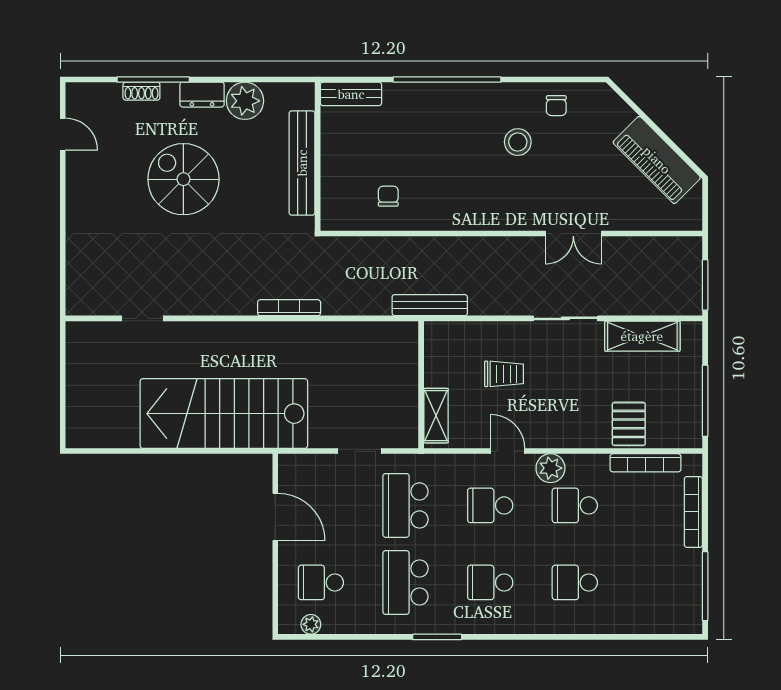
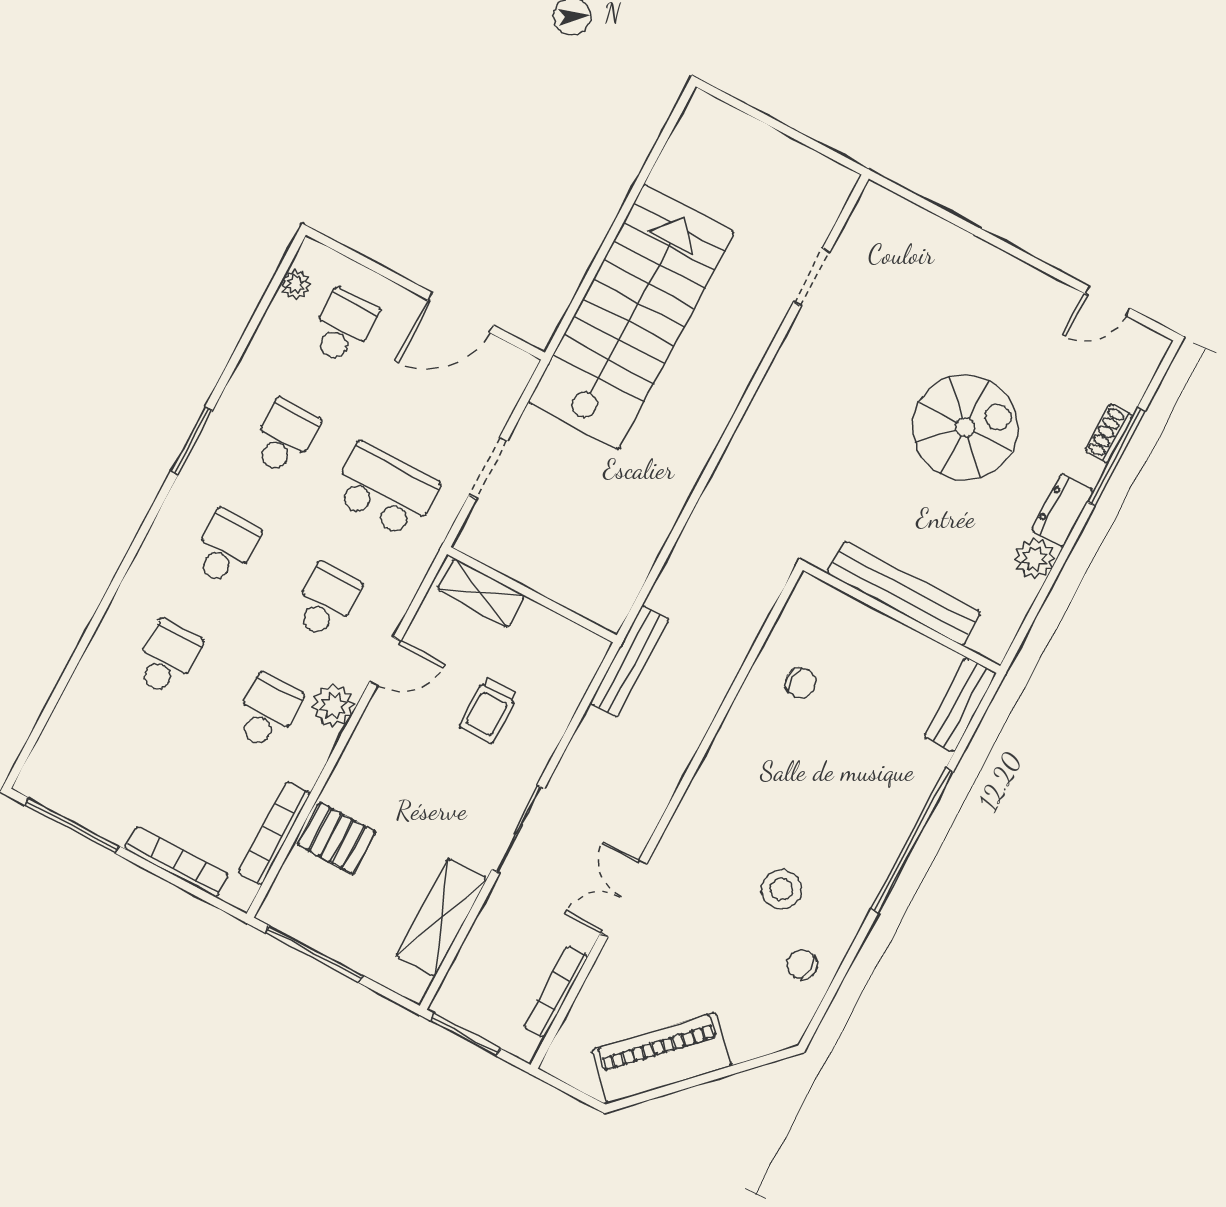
plant: (245, 101) -> (1035, 559), width x0.73, depth x0.73
bookcase: (289, 308) -> (556, 992), moved, turned 180
school desk: (405, 582) -> (285, 437), width x0.54

